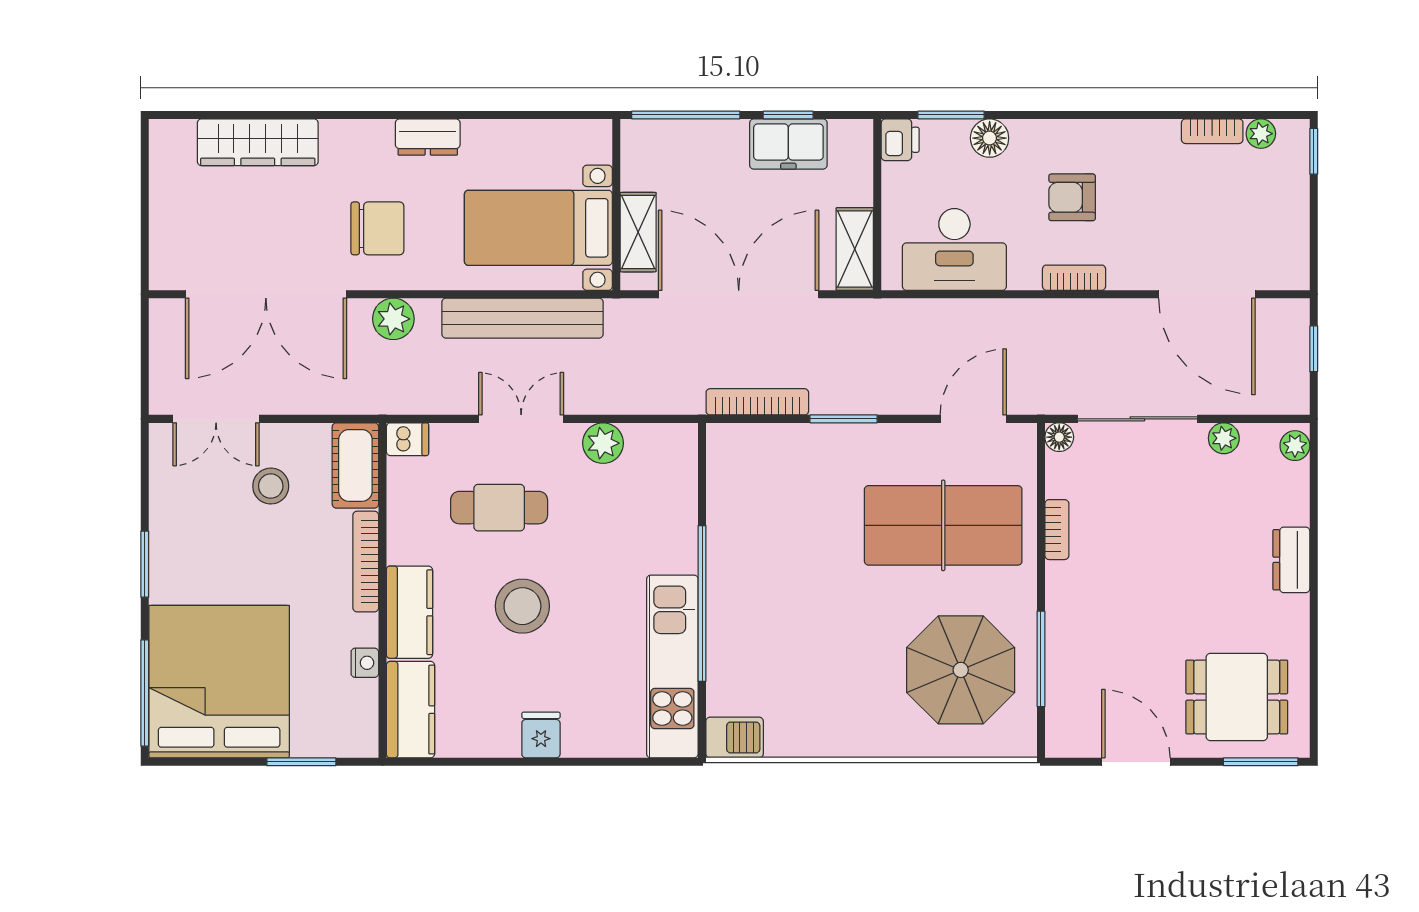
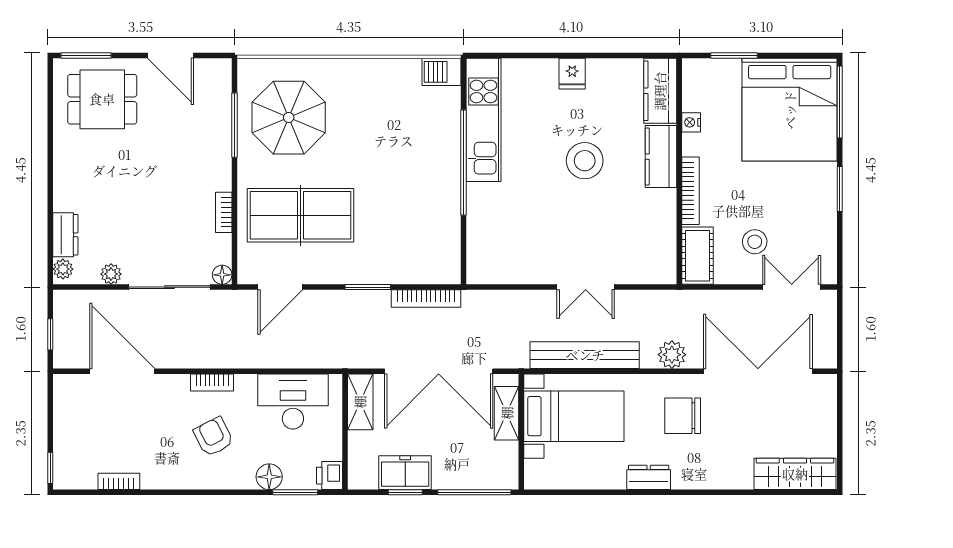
plant: (1261, 134) -> (86, 480), removed
wardrobe: (258, 142) -> (795, 474), moved
armchair: (1072, 197) -> (213, 437), turned -117
dishwasher: (408, 439) -> (662, 273), removed
plant: (603, 443) -> (530, 271), removed
cafe table: (499, 508) -> (600, 227), removed
dresser: (1291, 560) -> (65, 235), moved

